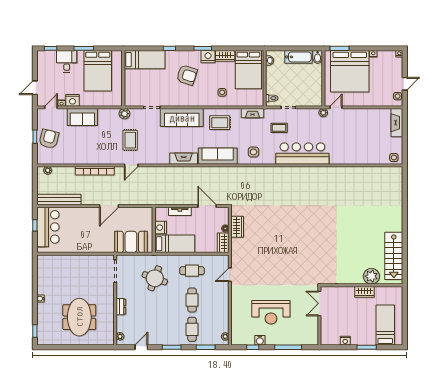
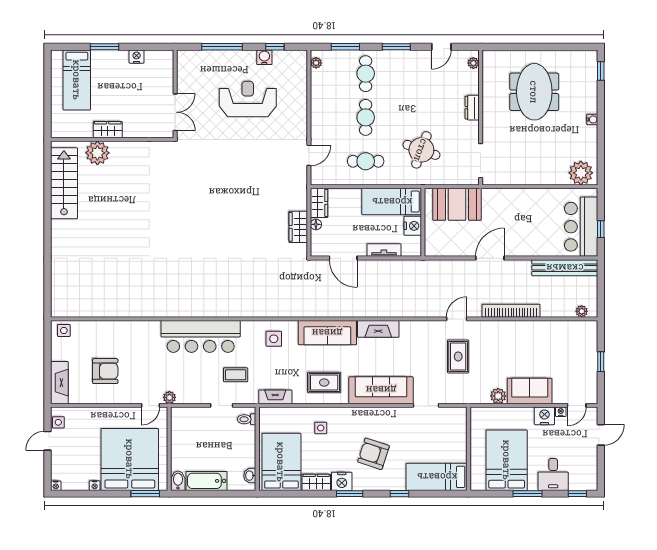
plant: (124, 114) -> (498, 396), moved
armchair: (49, 139) -> (105, 371), moved, turned -104
plant: (48, 263) -> (581, 173), added

